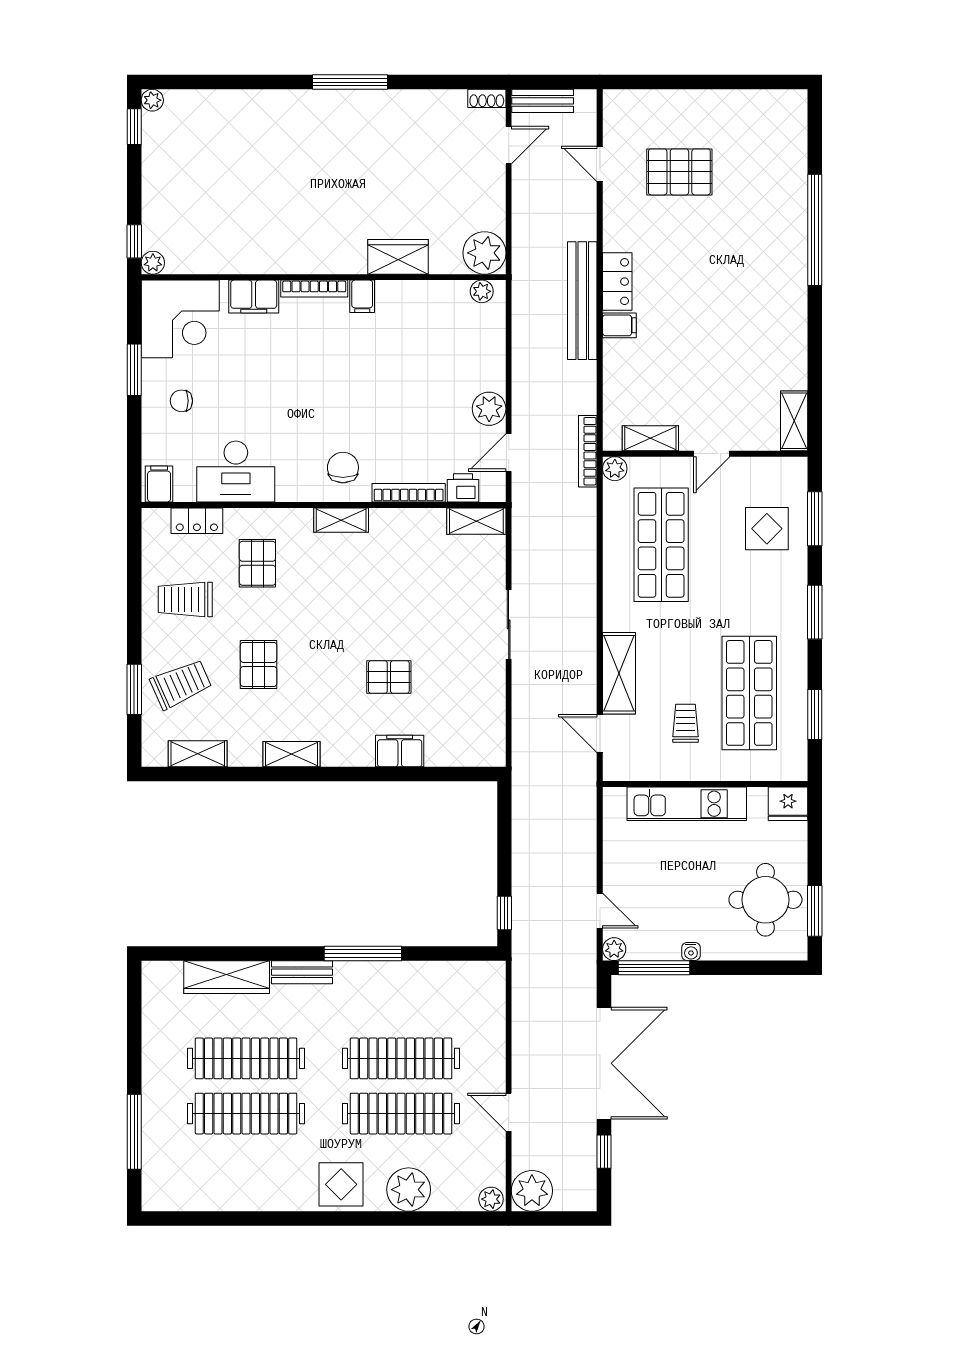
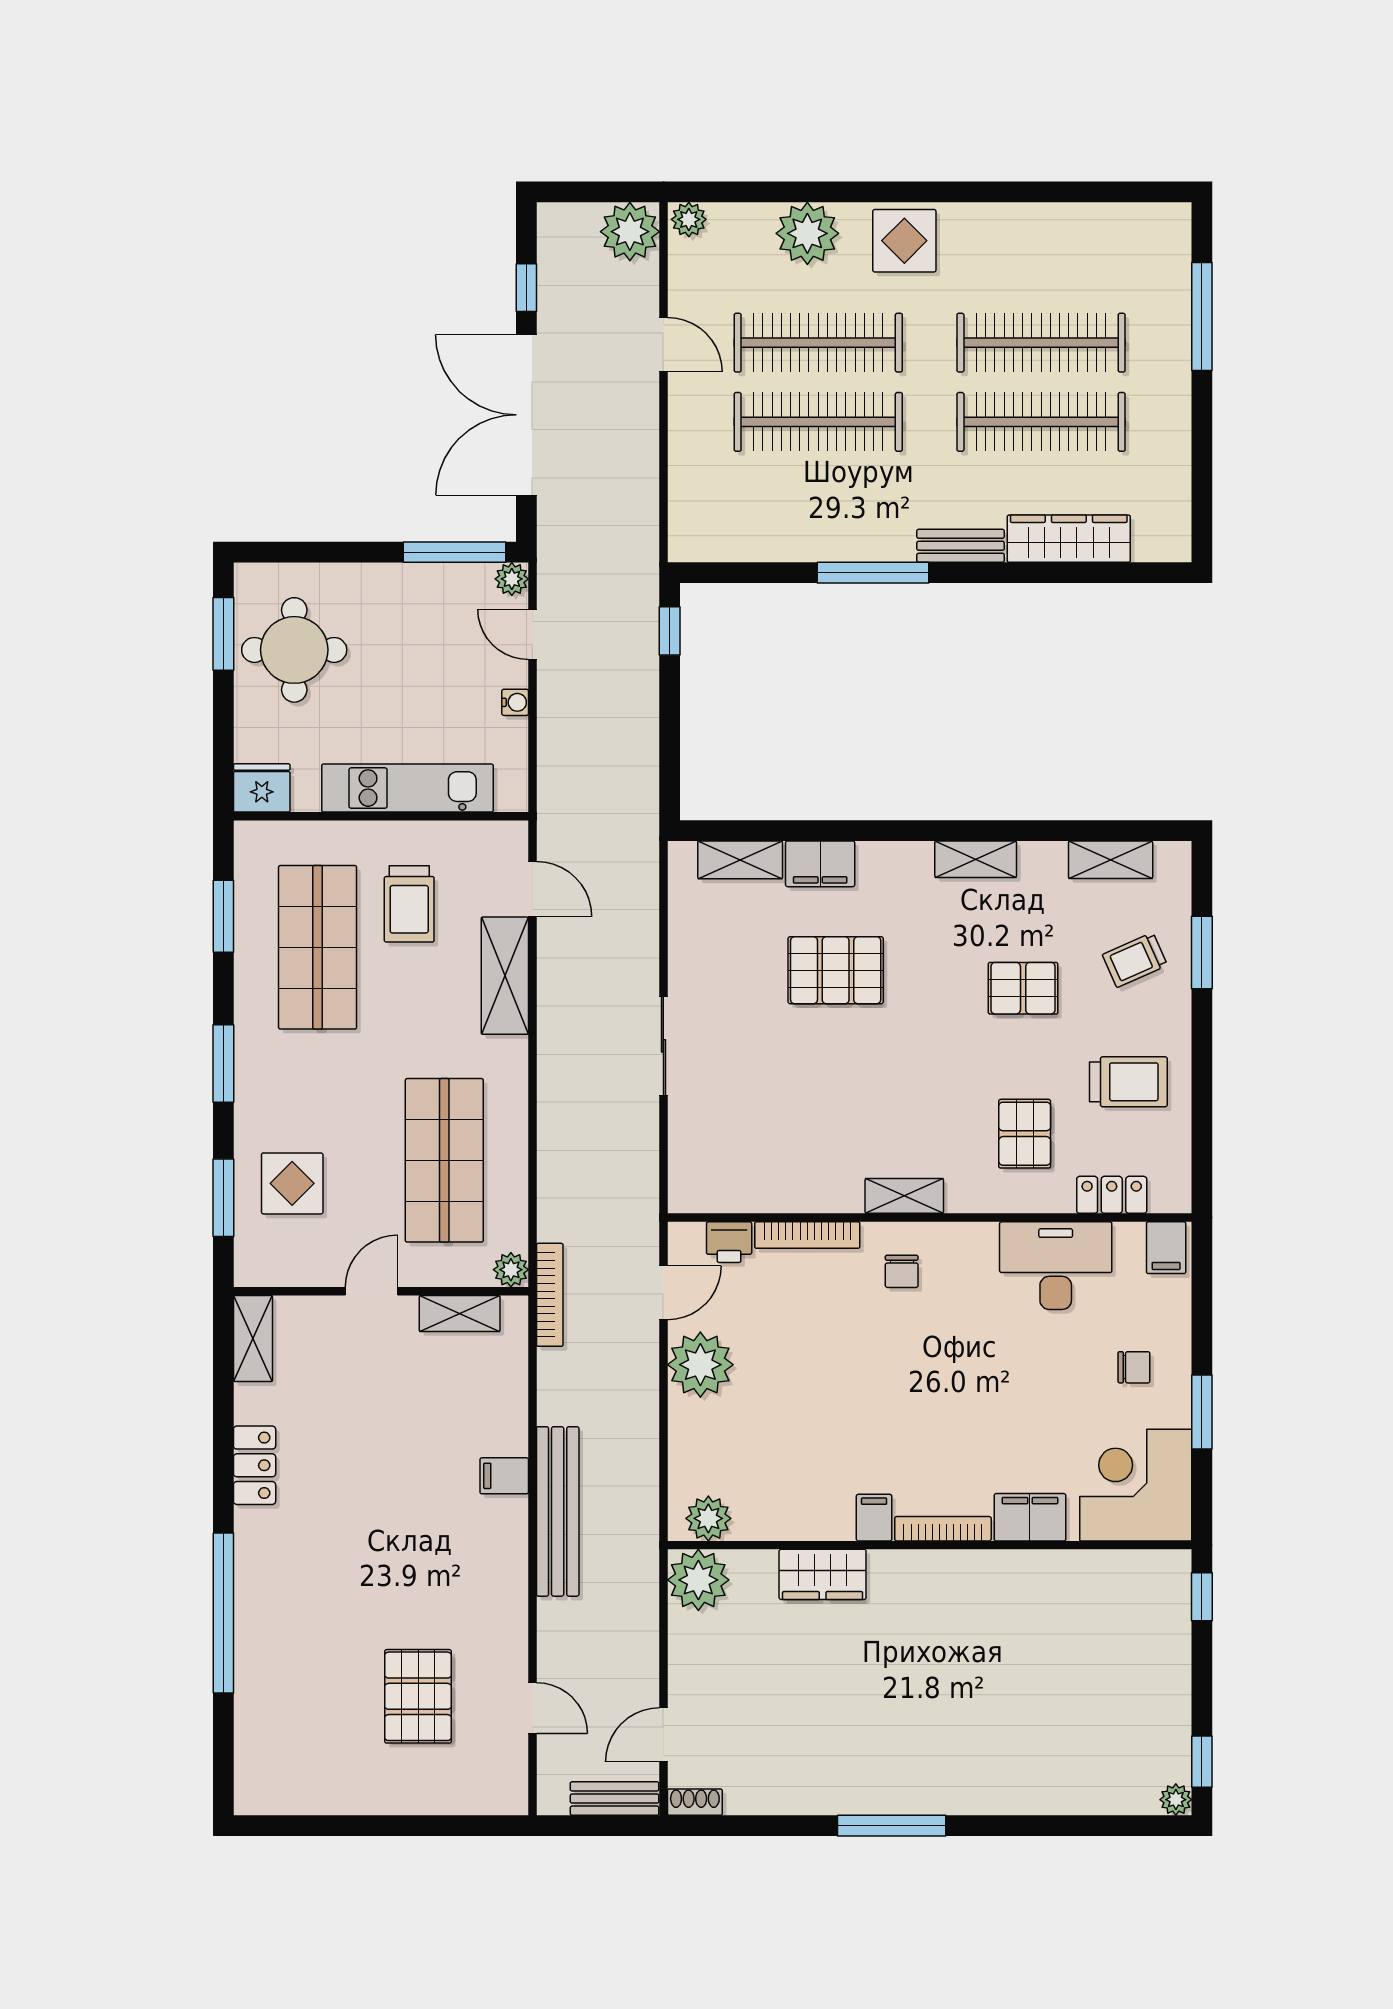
pallet: (679, 172) -> (418, 1696), turned 90
plant: (153, 263) -> (1175, 1566), removed
locker: (617, 282) -> (255, 1465), moved, turned 180
plant: (482, 291) -> (708, 1518), width x1.38, depth x1.38
plant: (489, 409) -> (700, 1365), width x1.36, depth x1.36
chair: (343, 468) -> (902, 1271), width x0.73, depth x0.73
shelving: (476, 521) -> (740, 860), moved
pallet: (259, 664) -> (1023, 988), turned 90
pallet: (389, 677) -> (836, 970), width x1.50, depth x1.42
trolley: (181, 684) -> (1135, 960), width x0.73, depth x0.72
trolley: (685, 723) -> (409, 904), width x1.36, depth x1.39
water cooler: (691, 951) -> (515, 702), moved, turned 90

